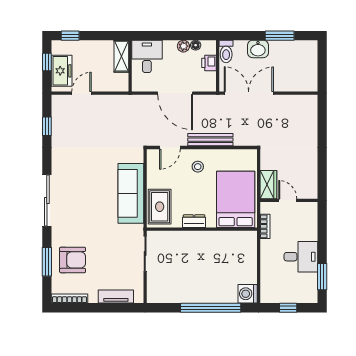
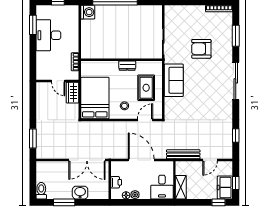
toilet: (226, 51) -> (41, 191), moved
freezer: (62, 71) -> (225, 187), moved
window: (322, 122) -> (33, 138), added
bench: (210, 140) -> (183, 154), moved
sofa: (131, 193) -> (174, 80), width x0.73
bed: (236, 199) -> (95, 98), moved, turned 180
rug: (160, 207) -> (146, 88), moved
desk: (301, 257) -> (48, 35), width x1.37
armchair: (73, 260) -> (201, 49), moved
tv unit: (116, 297) -> (185, 10), removed

